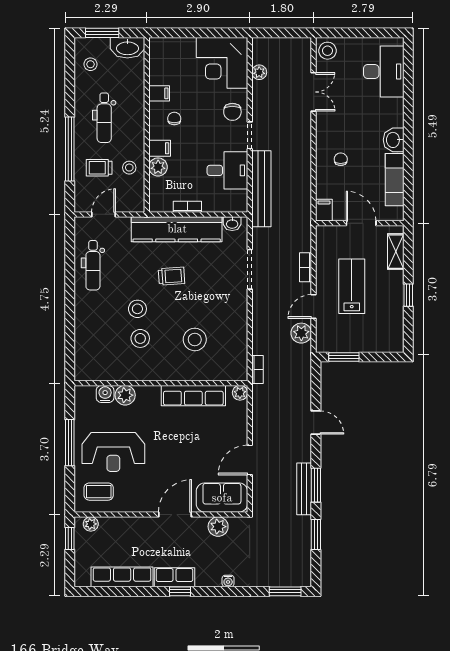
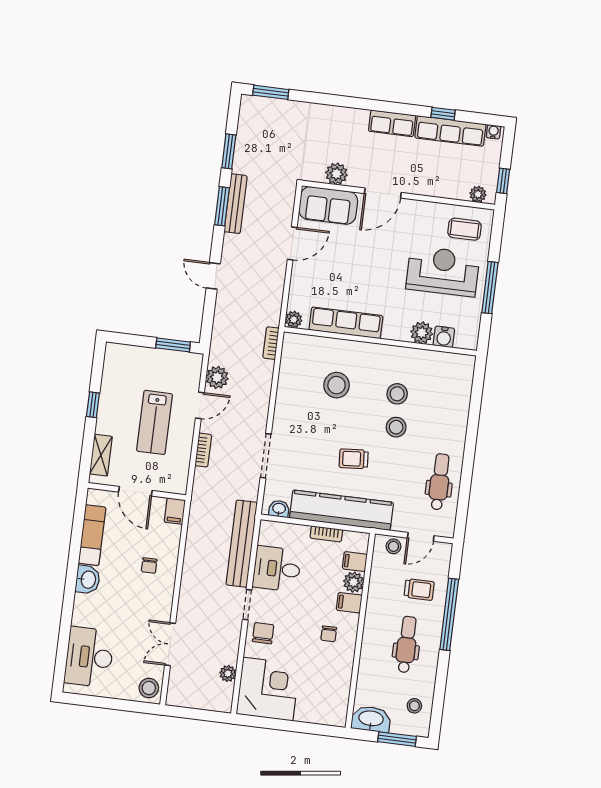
filing cabinet: (159, 93) -> (355, 562), moved
stool: (129, 168) -> (393, 546), moved
water cooler: (228, 581) -> (493, 132), moved
window: (180, 591) -> (443, 114), moved

